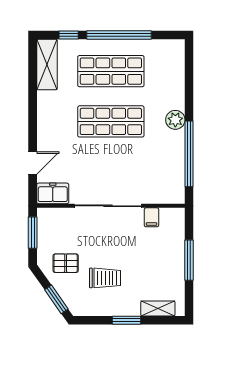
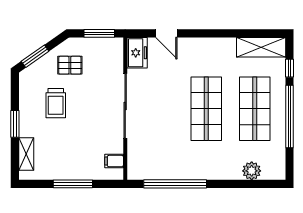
plant: (175, 120) -> (252, 171), moved
filing cabinet: (151, 217) -> (114, 161), moved
pallet: (66, 263) -> (70, 65), turned 90

